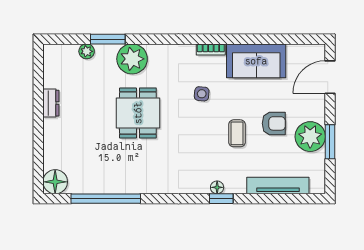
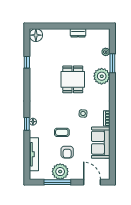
dining table: (138, 113) -> (73, 79), turned 90
window: (330, 142) -> (57, 182), width x1.44
window: (106, 199) -> (27, 62), width x0.32

